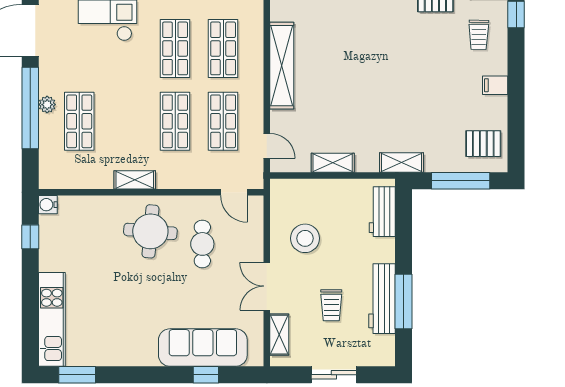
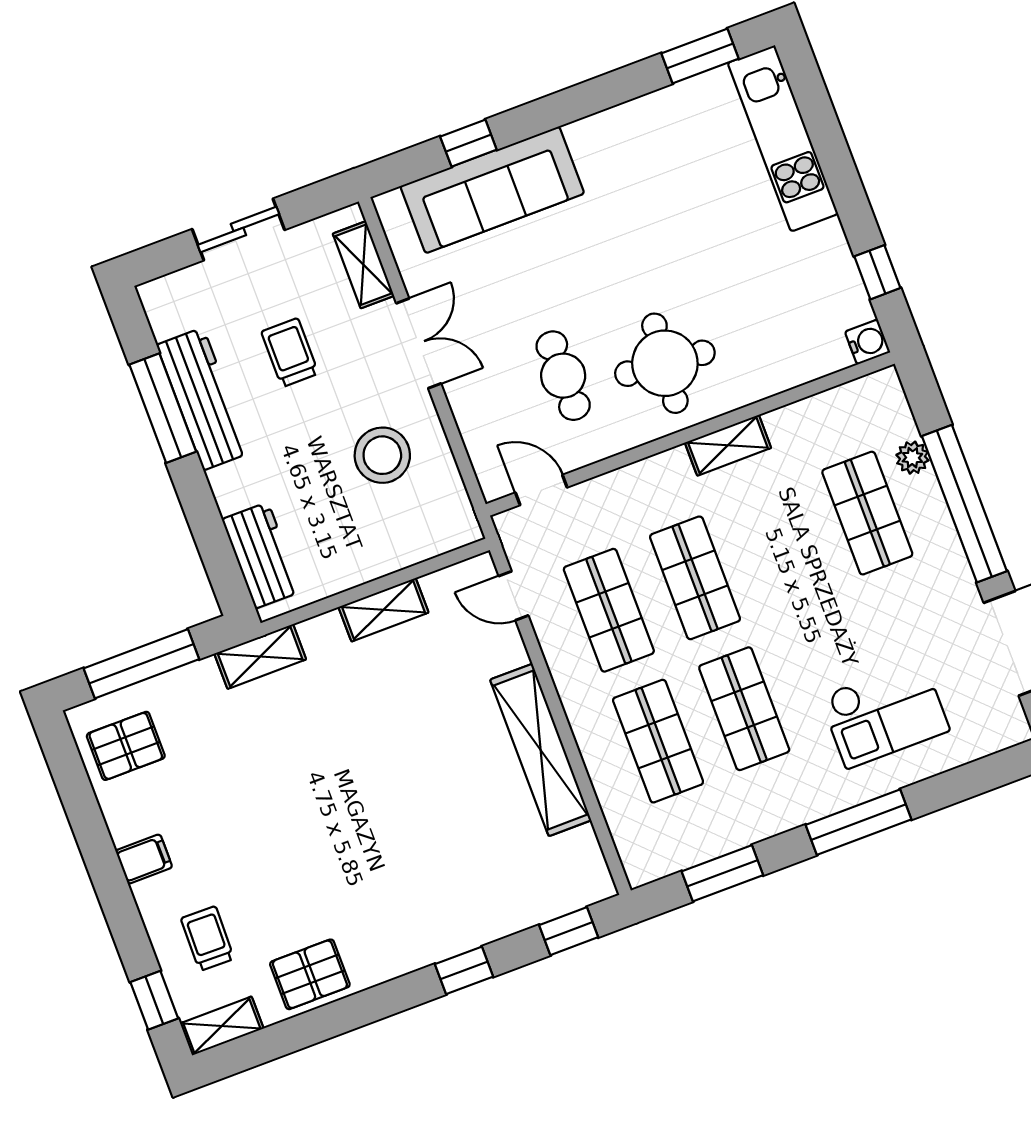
plant: (47, 105) -> (912, 458), moved

